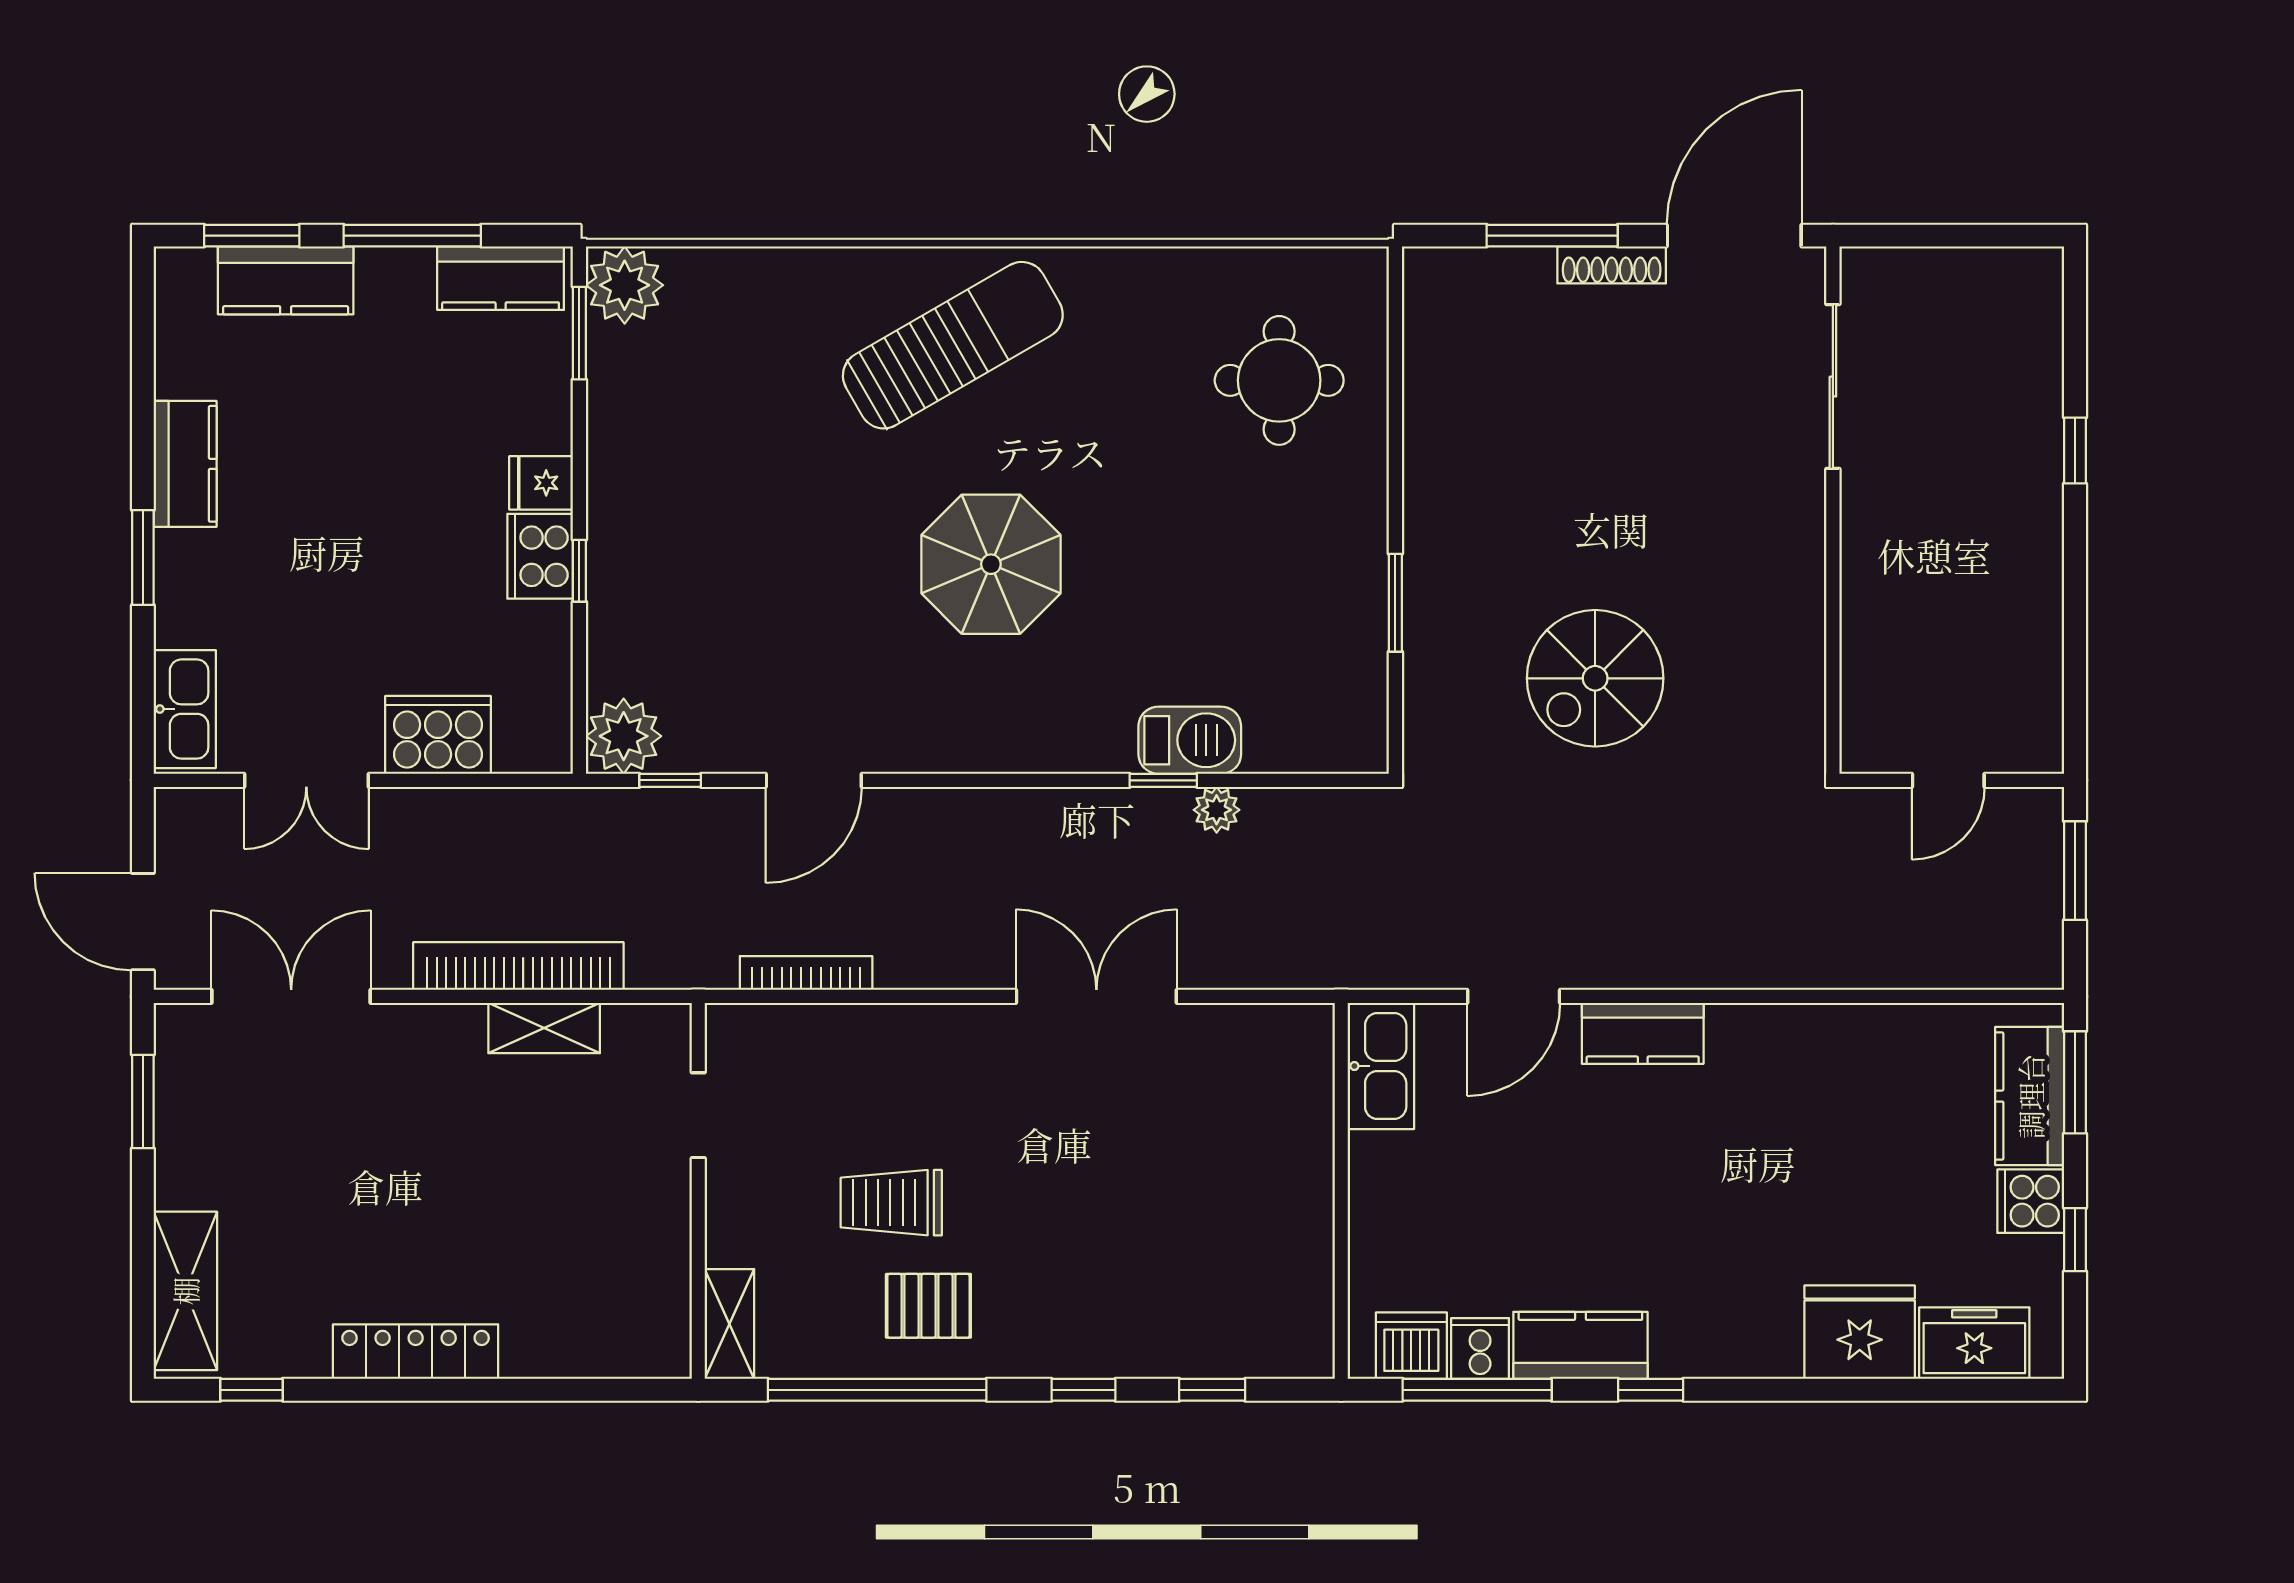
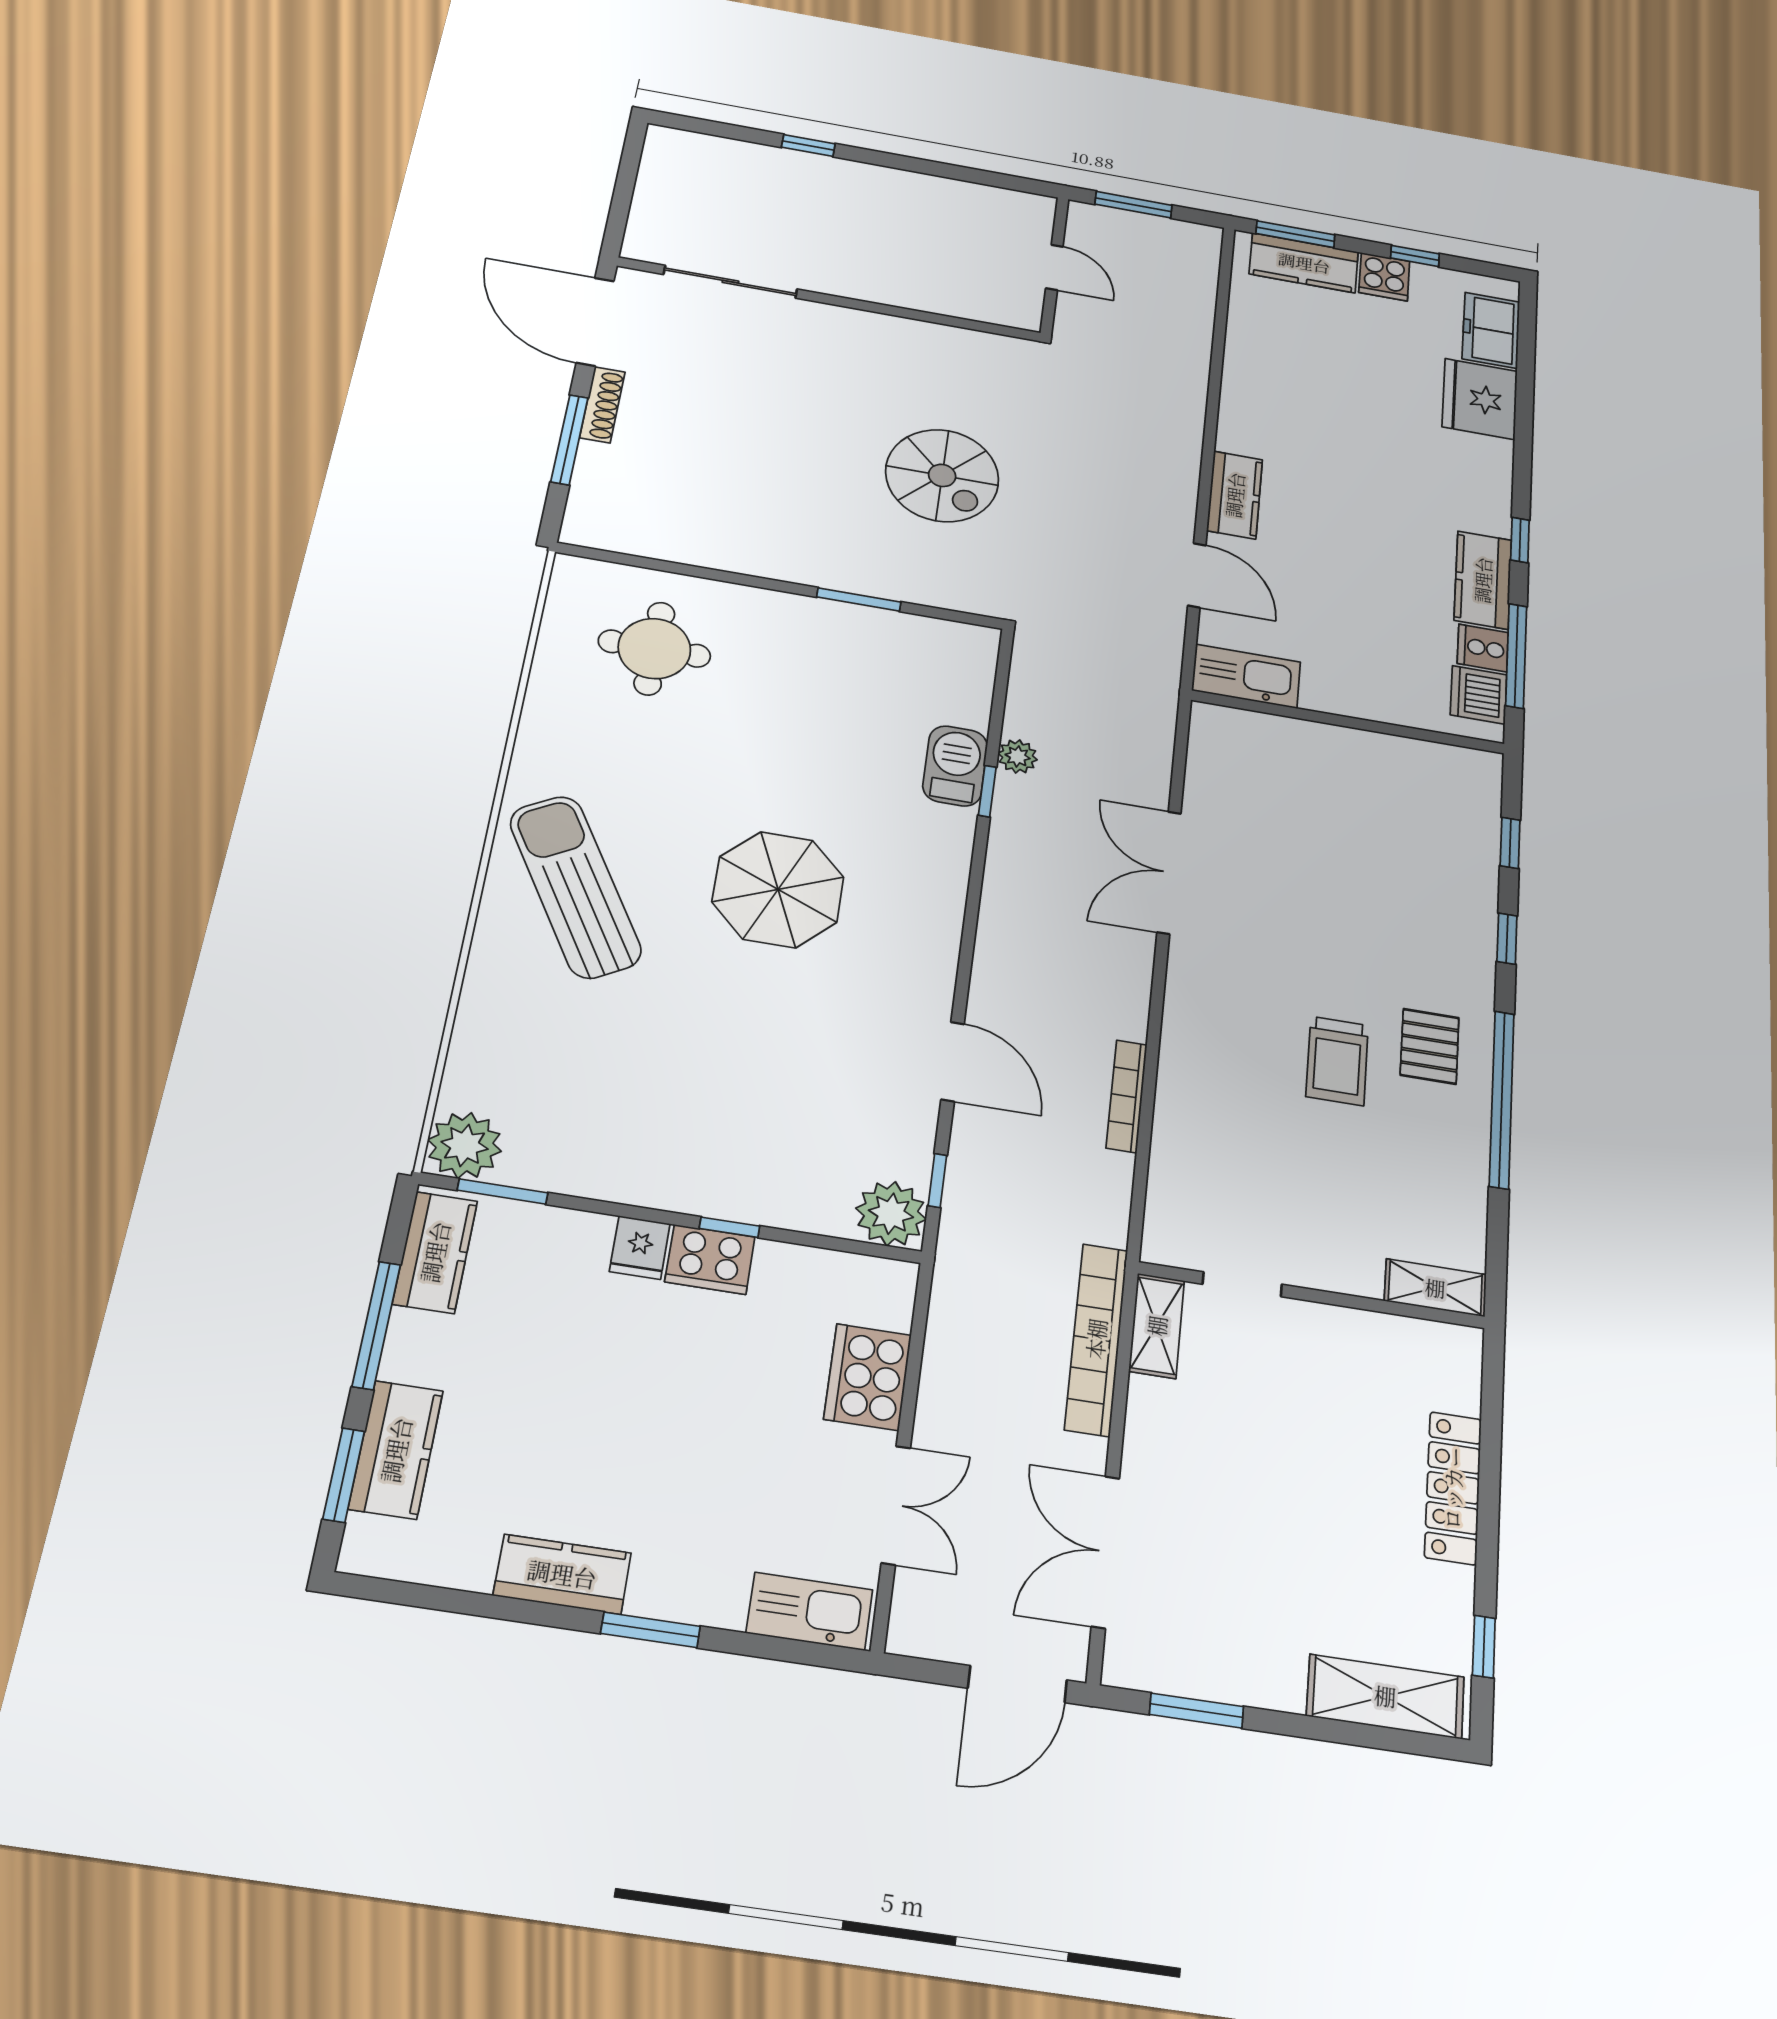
doorway: (698, 1115) -> (1242, 1284), moved
wall: (698, 1191) -> (1312, 1295), moved
shelving: (729, 1324) -> (1435, 1288), moved

